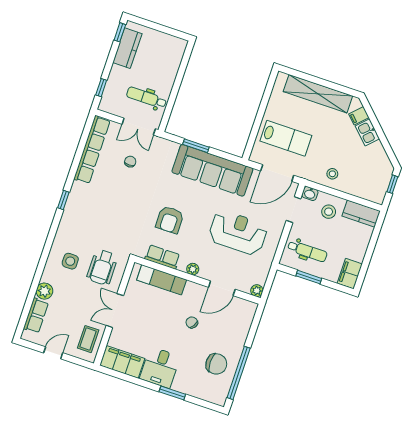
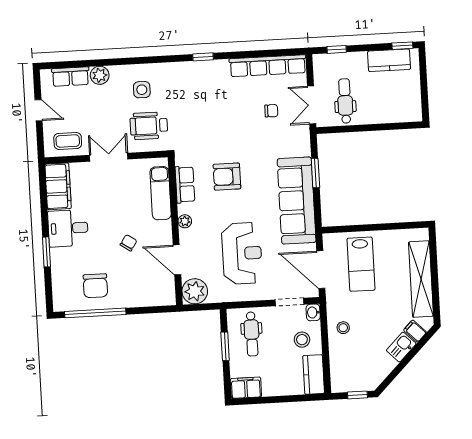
plant: (257, 291) -> (195, 291), width x1.87, depth x1.87

